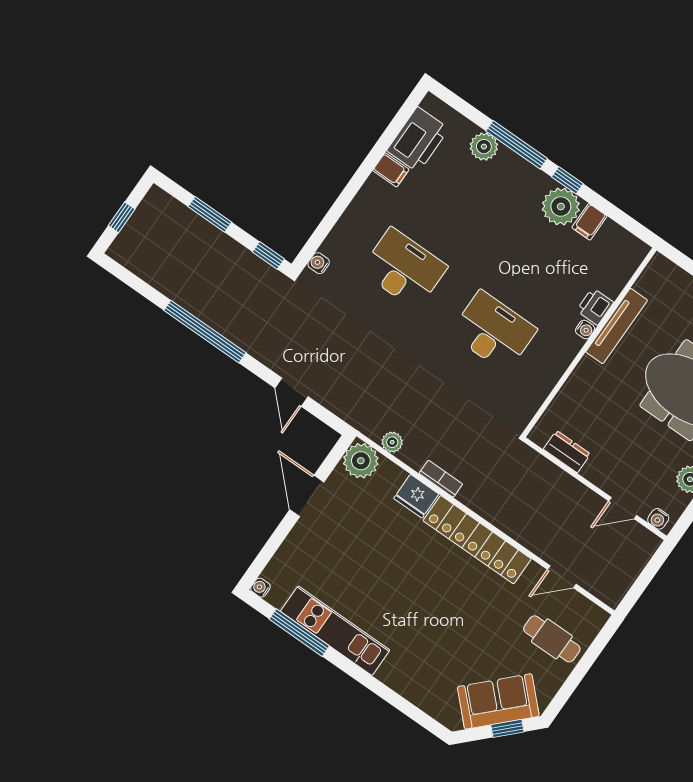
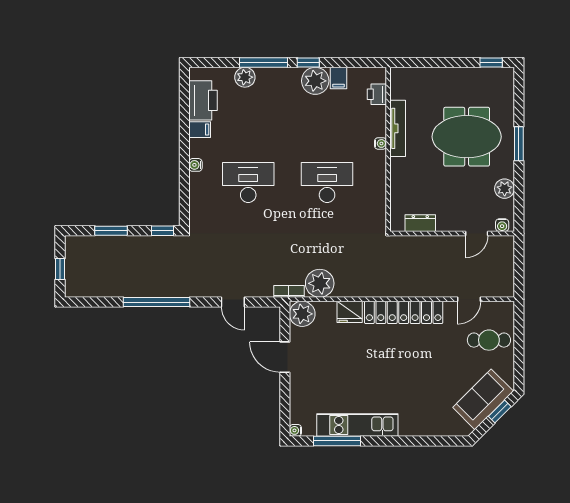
water cooler: (319, 263) -> (195, 165), moved
printer: (595, 307) -> (377, 94), moved
plant: (392, 442) -> (320, 283), width x1.88, depth x1.88
bookcase: (441, 479) -> (289, 291), moved

